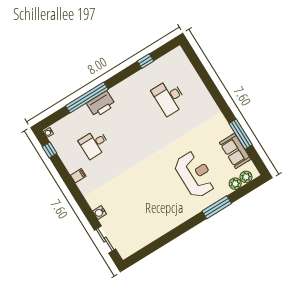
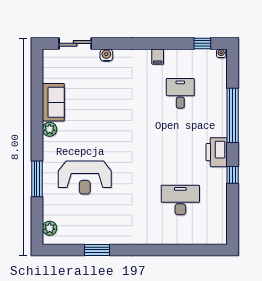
window: (146, 61) -> (233, 175), moved
printer: (101, 104) -> (217, 152), moved
window: (241, 134) -> (97, 250), width x0.69
sofa: (235, 151) -> (53, 102), moved, turned 90
plant: (235, 184) -> (50, 129), moved

